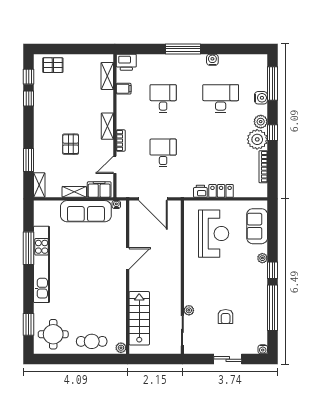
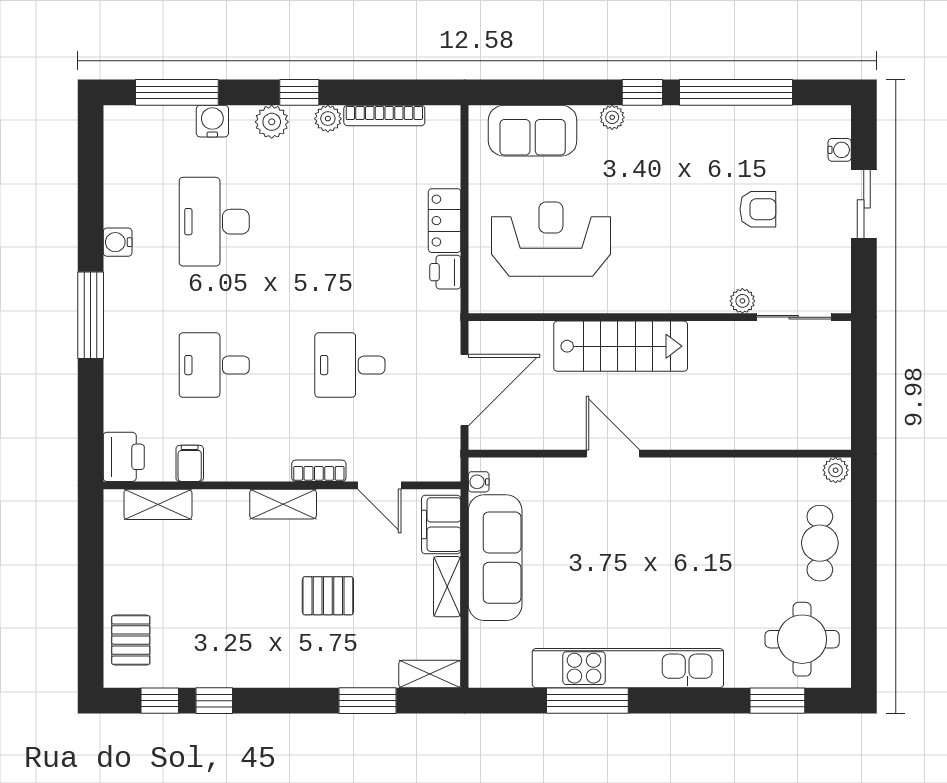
plant: (257, 139) -> (328, 119), width x0.53, depth x0.53
stairs: (139, 318) -> (621, 346), moved, turned 180
water cooler: (263, 349) -> (840, 150), moved

